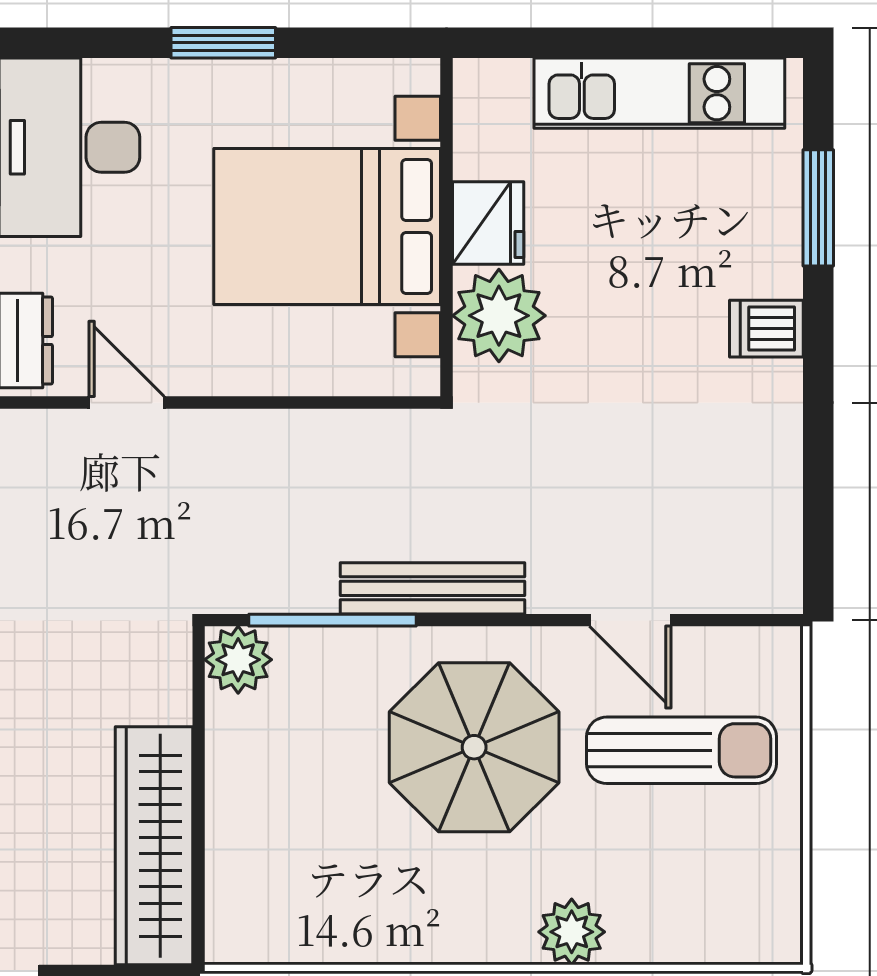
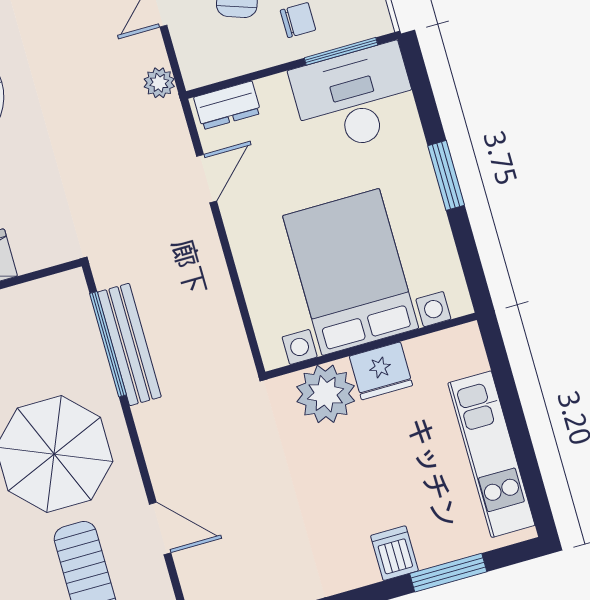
dishwasher: (766, 329) -> (394, 553), moved
bench: (432, 588) -> (129, 345), moved
door: (630, 620) -> (160, 528), swing flipped
plant: (238, 660) -> (67, 293), removed

